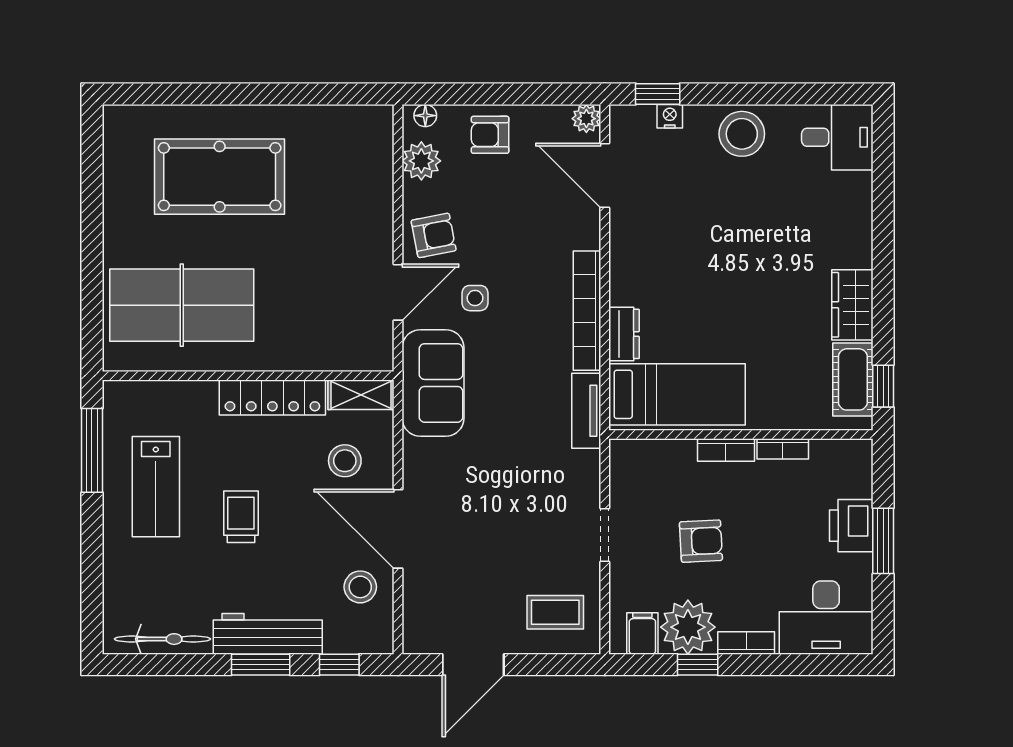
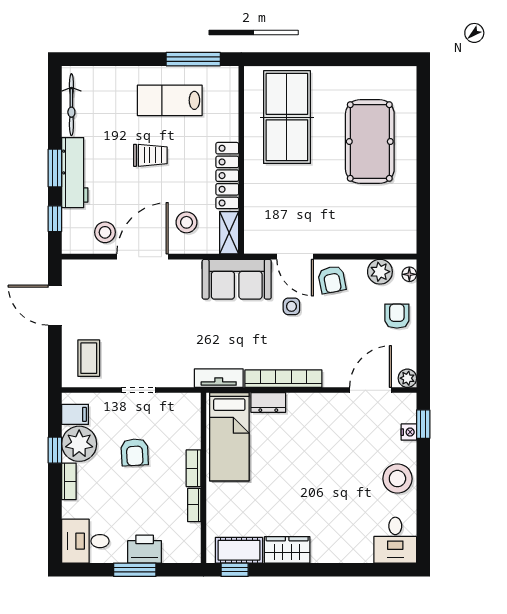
desk: (826, 618) -> (85, 541), width x0.73

